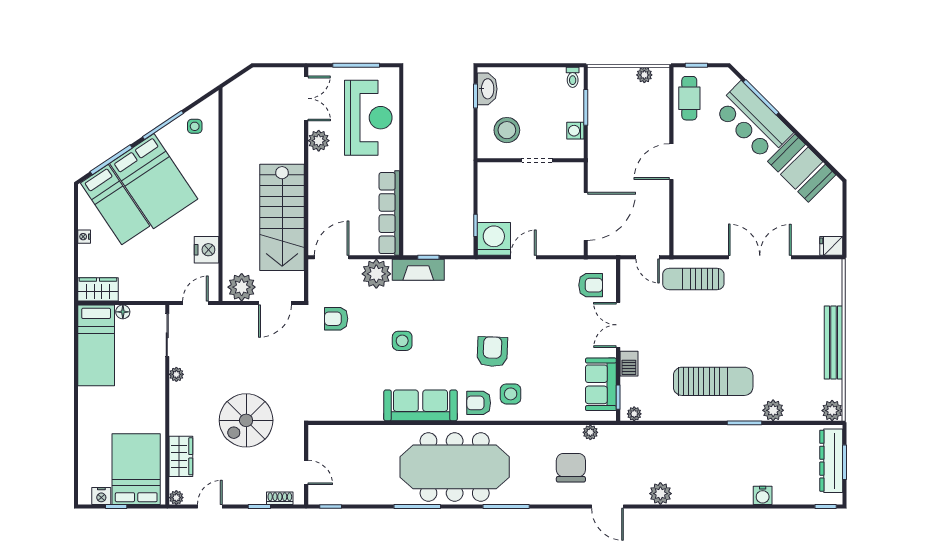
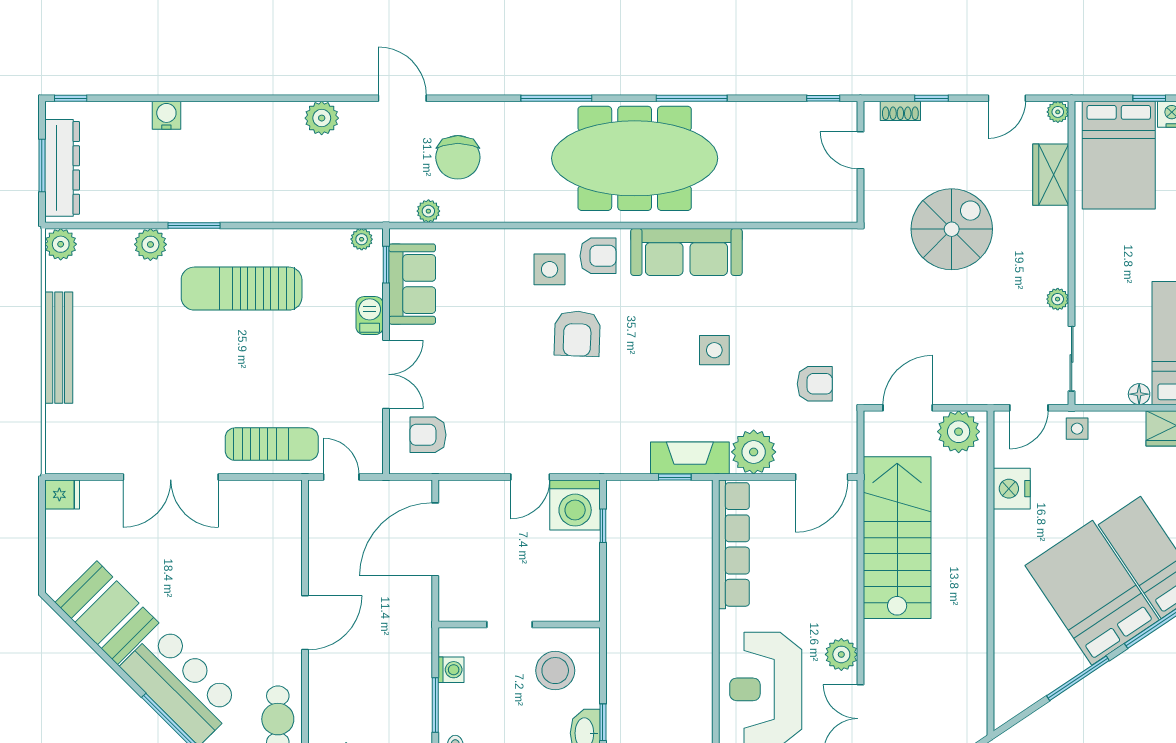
side table: (195, 126) -> (1077, 429), moved

